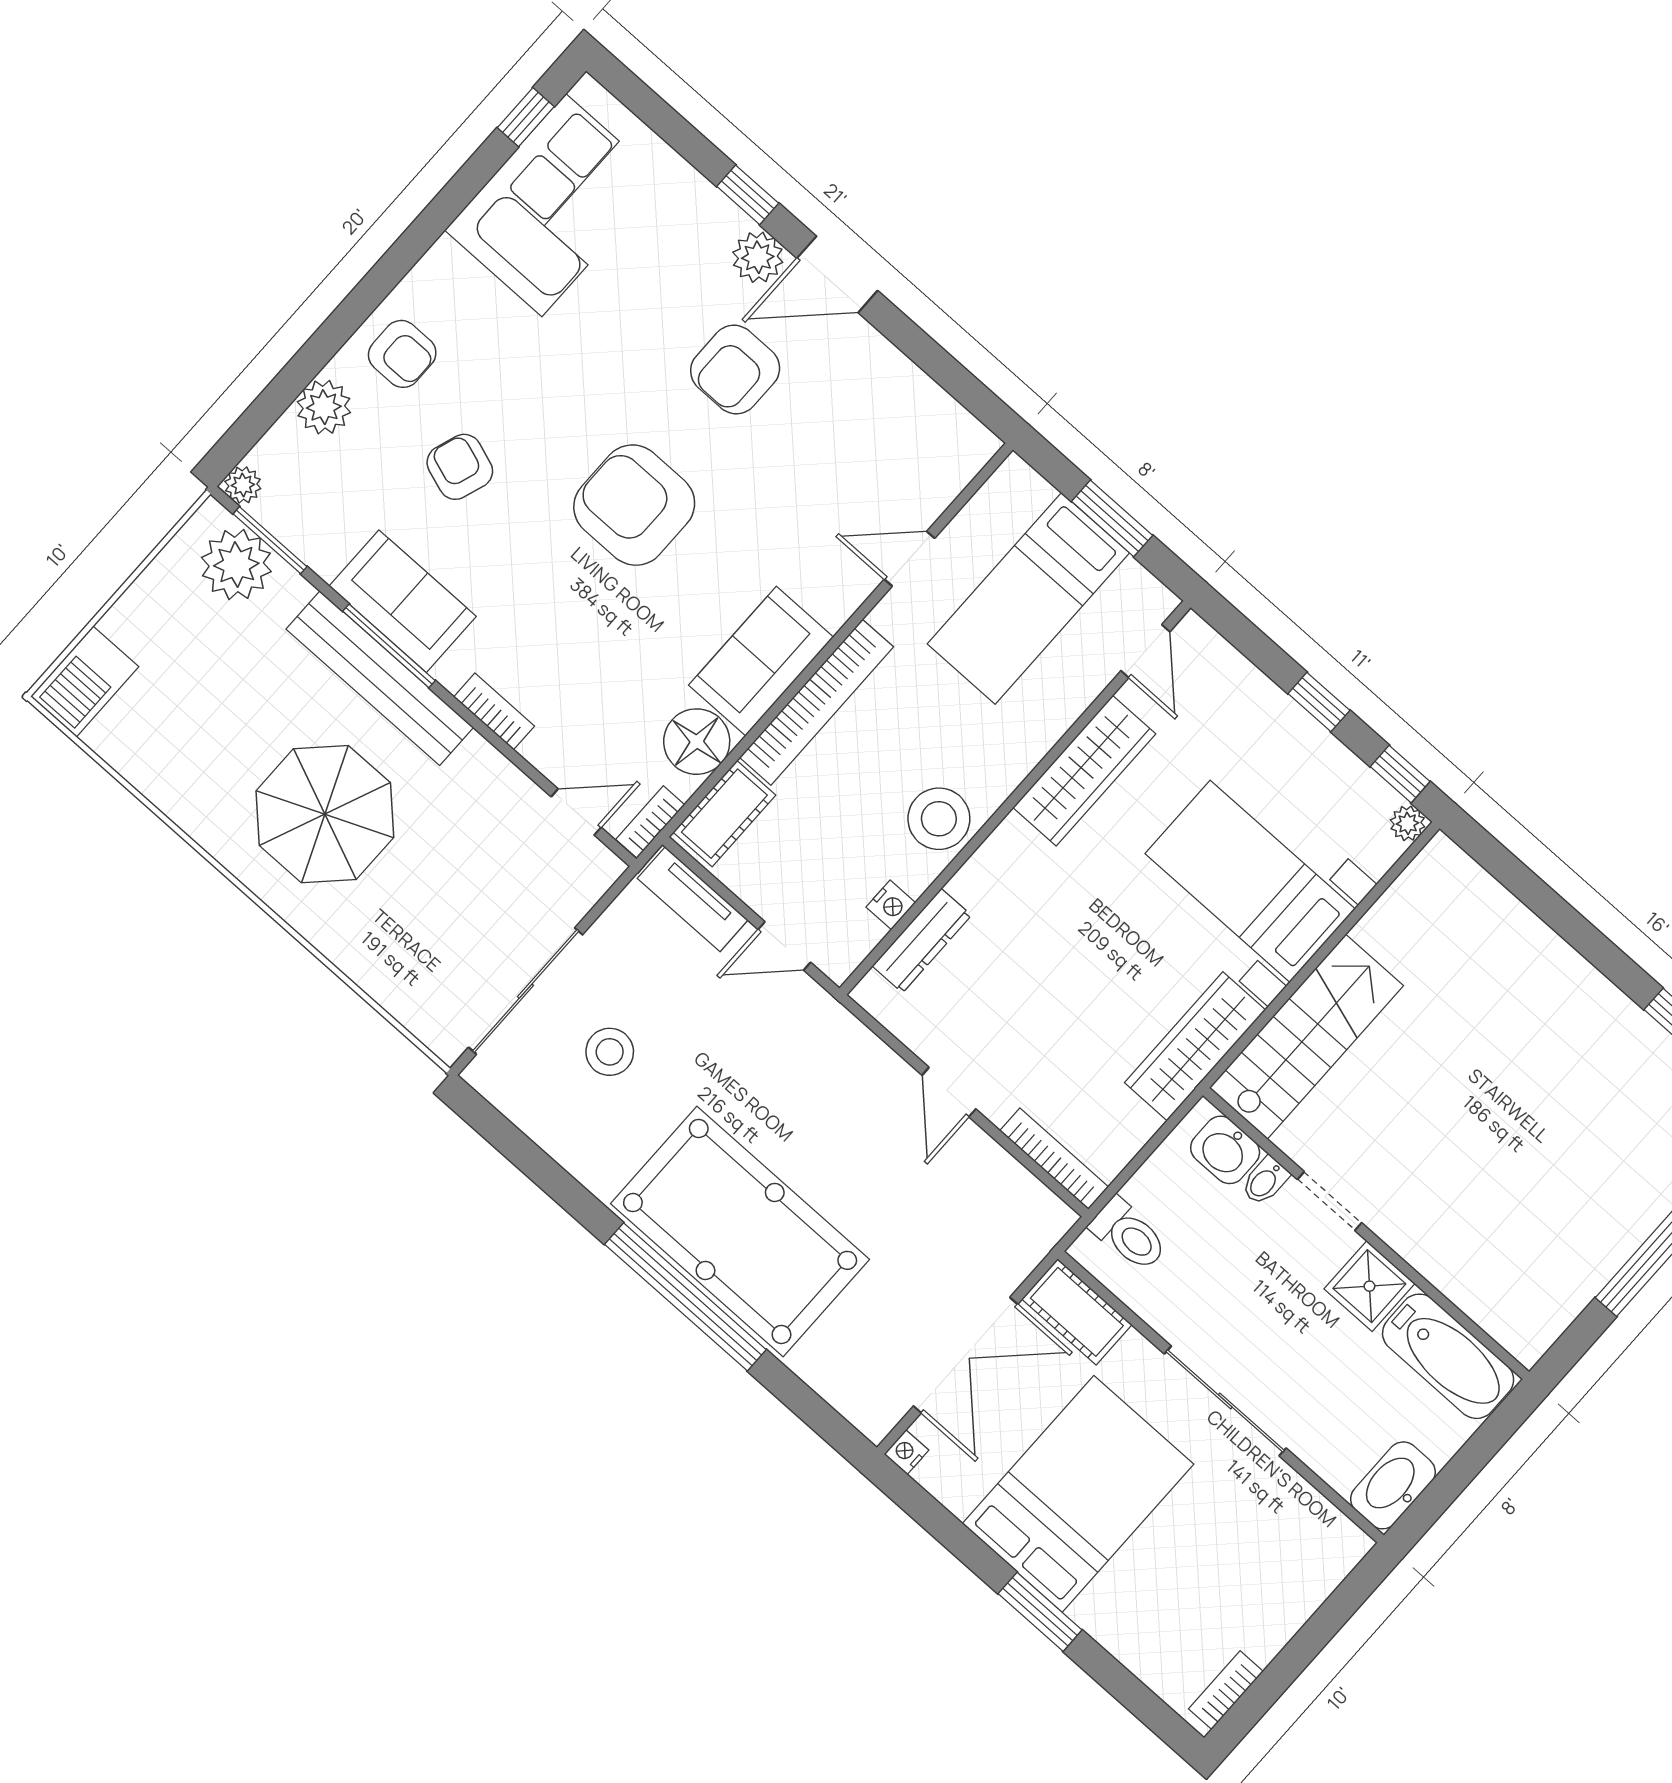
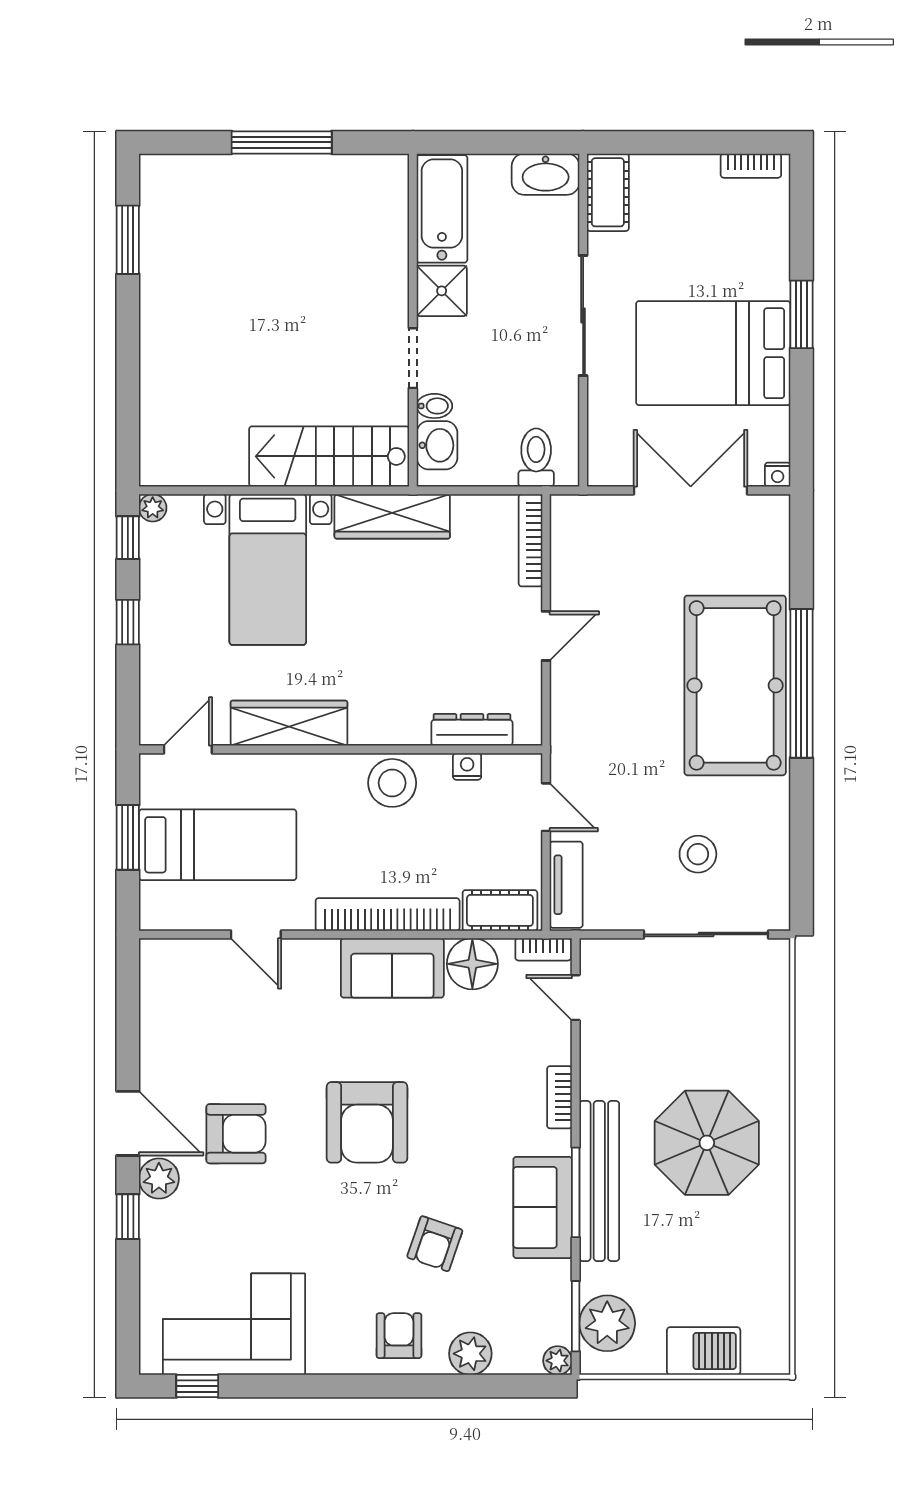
barbecue: (85, 682) -> (704, 1351), moved
cot: (1077, 1312) -> (608, 192), moved

